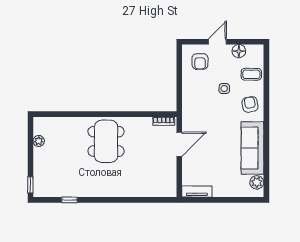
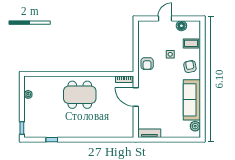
armchair: (200, 61) -> (147, 64), moved
dining table: (106, 141) -> (80, 95), turned 90
door: (179, 144) -> (136, 97), swing flipped

